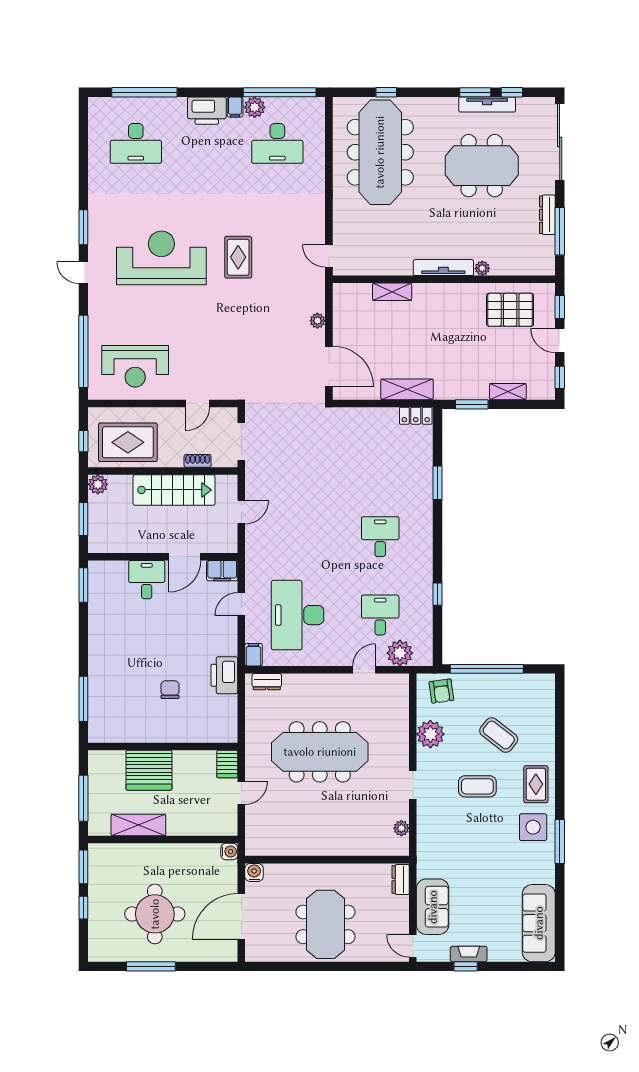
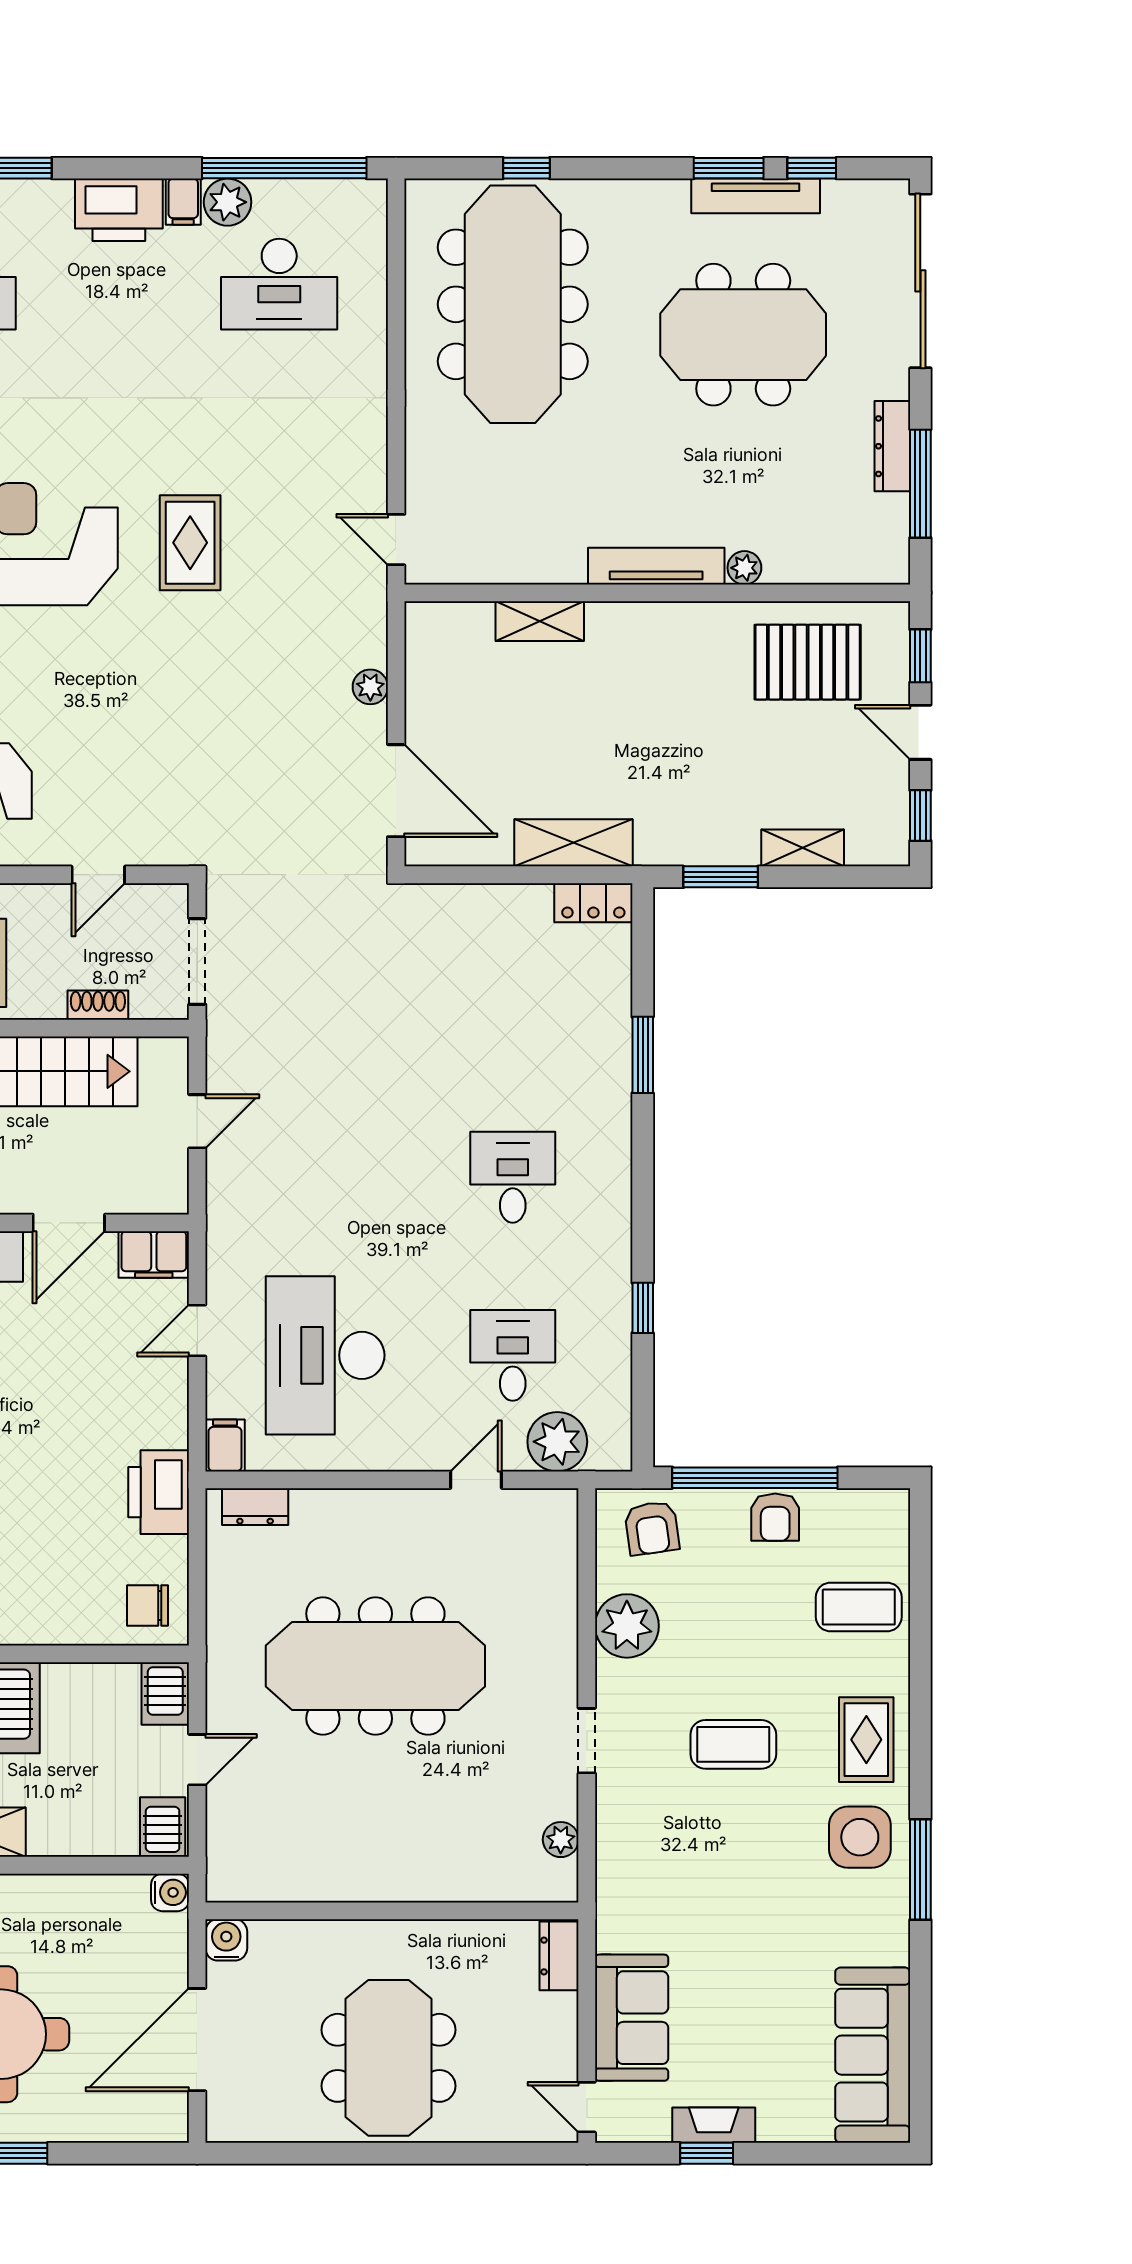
armchair: (496, 686) -> (775, 1517), added
chair: (170, 690) -> (148, 1606), moved, turned -90
coffee table: (499, 735) -> (859, 1607), moved, turned -38
server rack: (226, 823) -> (163, 1827), added

